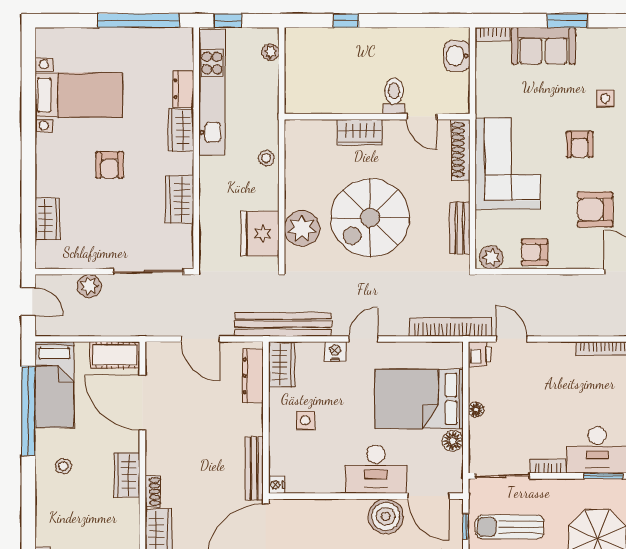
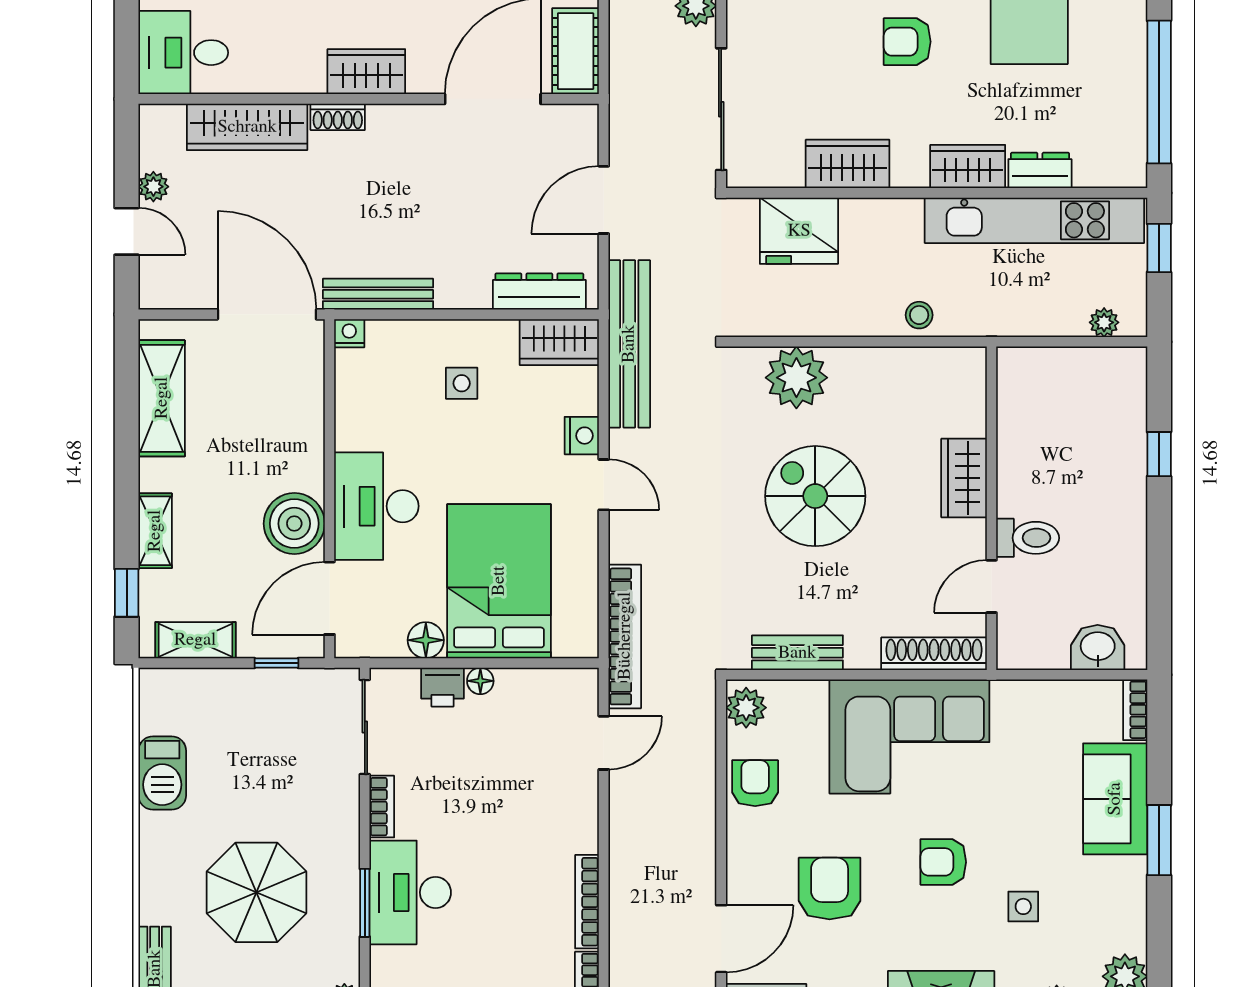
spiral stairs: (370, 218) -> (815, 496), width x0.73, depth x0.73
fridge: (260, 234) -> (799, 231), moved, turned 180
printer: (480, 354) -> (443, 687), moved
sun lounger: (510, 527) -> (276, 740), removed

